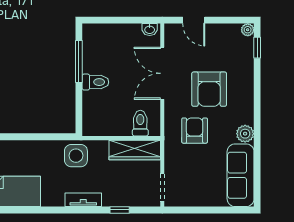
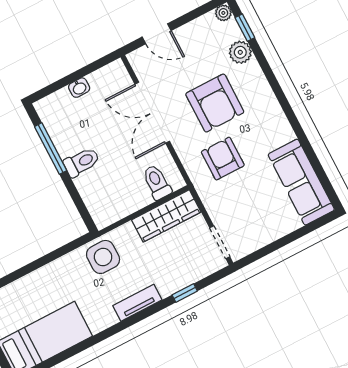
washbasin: (150, 29) -> (79, 88), moved
plant: (245, 134) -> (240, 52), moved

